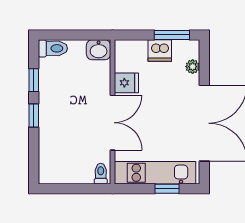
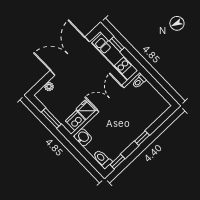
window: (172, 35) -> (51, 118), moved
dishwasher: (160, 50) -> (76, 121), moved, turned -90
window: (34, 80) -> (117, 162), moved

